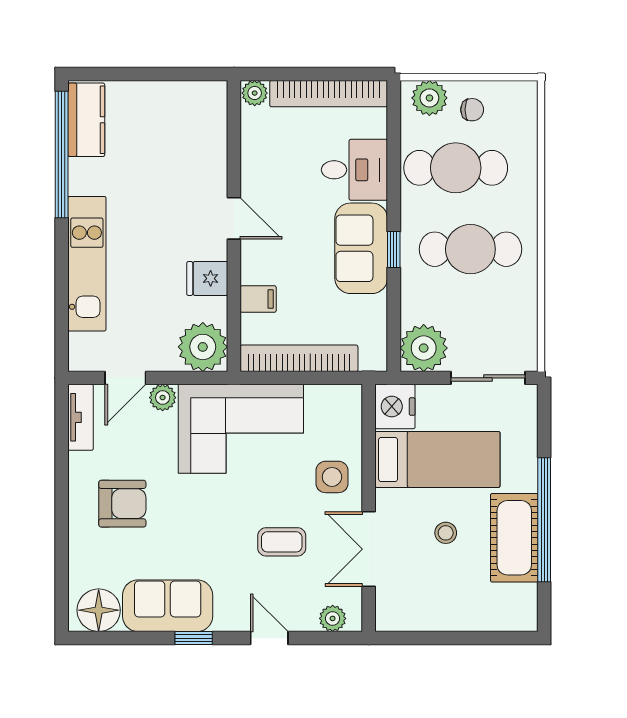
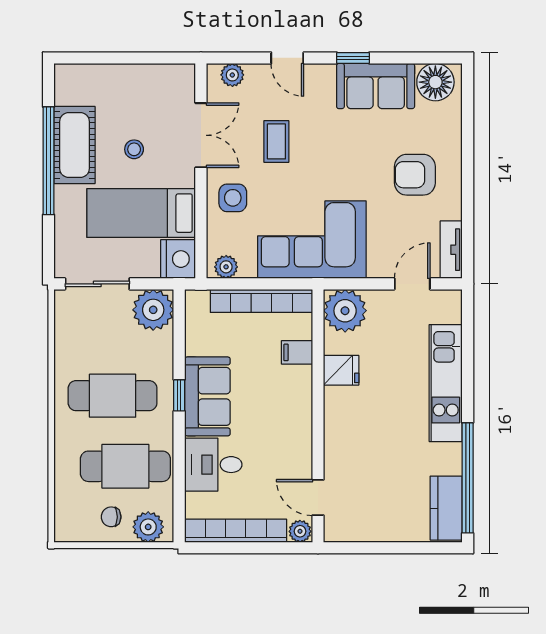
door: (234, 218) -> (318, 498), moved
plant: (163, 398) -> (226, 267), moved
coffee table: (282, 542) -> (276, 141), turned 90

